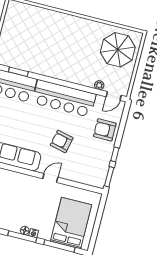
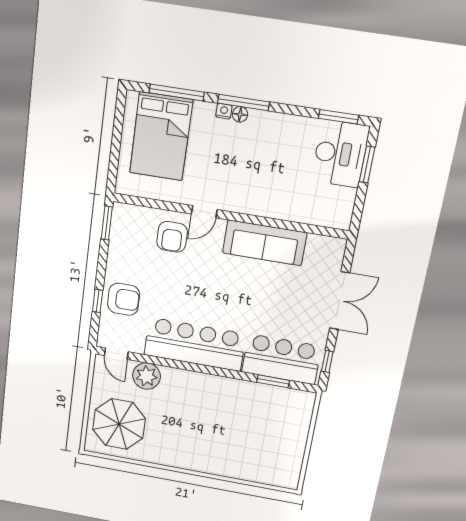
plant: (99, 85) -> (147, 376), width x1.87, depth x1.87
door: (114, 96) -> (116, 354), swing flipped
armchair: (62, 141) -> (172, 237), moved, turned 77
window: (115, 154) -> (98, 301), moved

